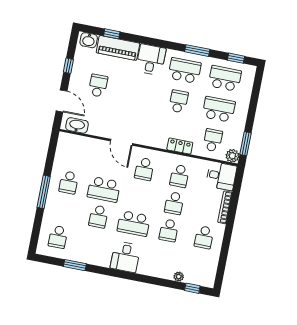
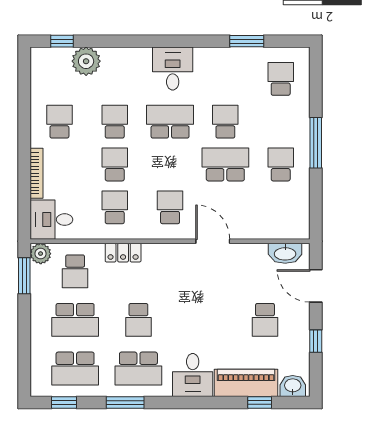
plant: (179, 277) -> (86, 61), width x1.88, depth x1.88

